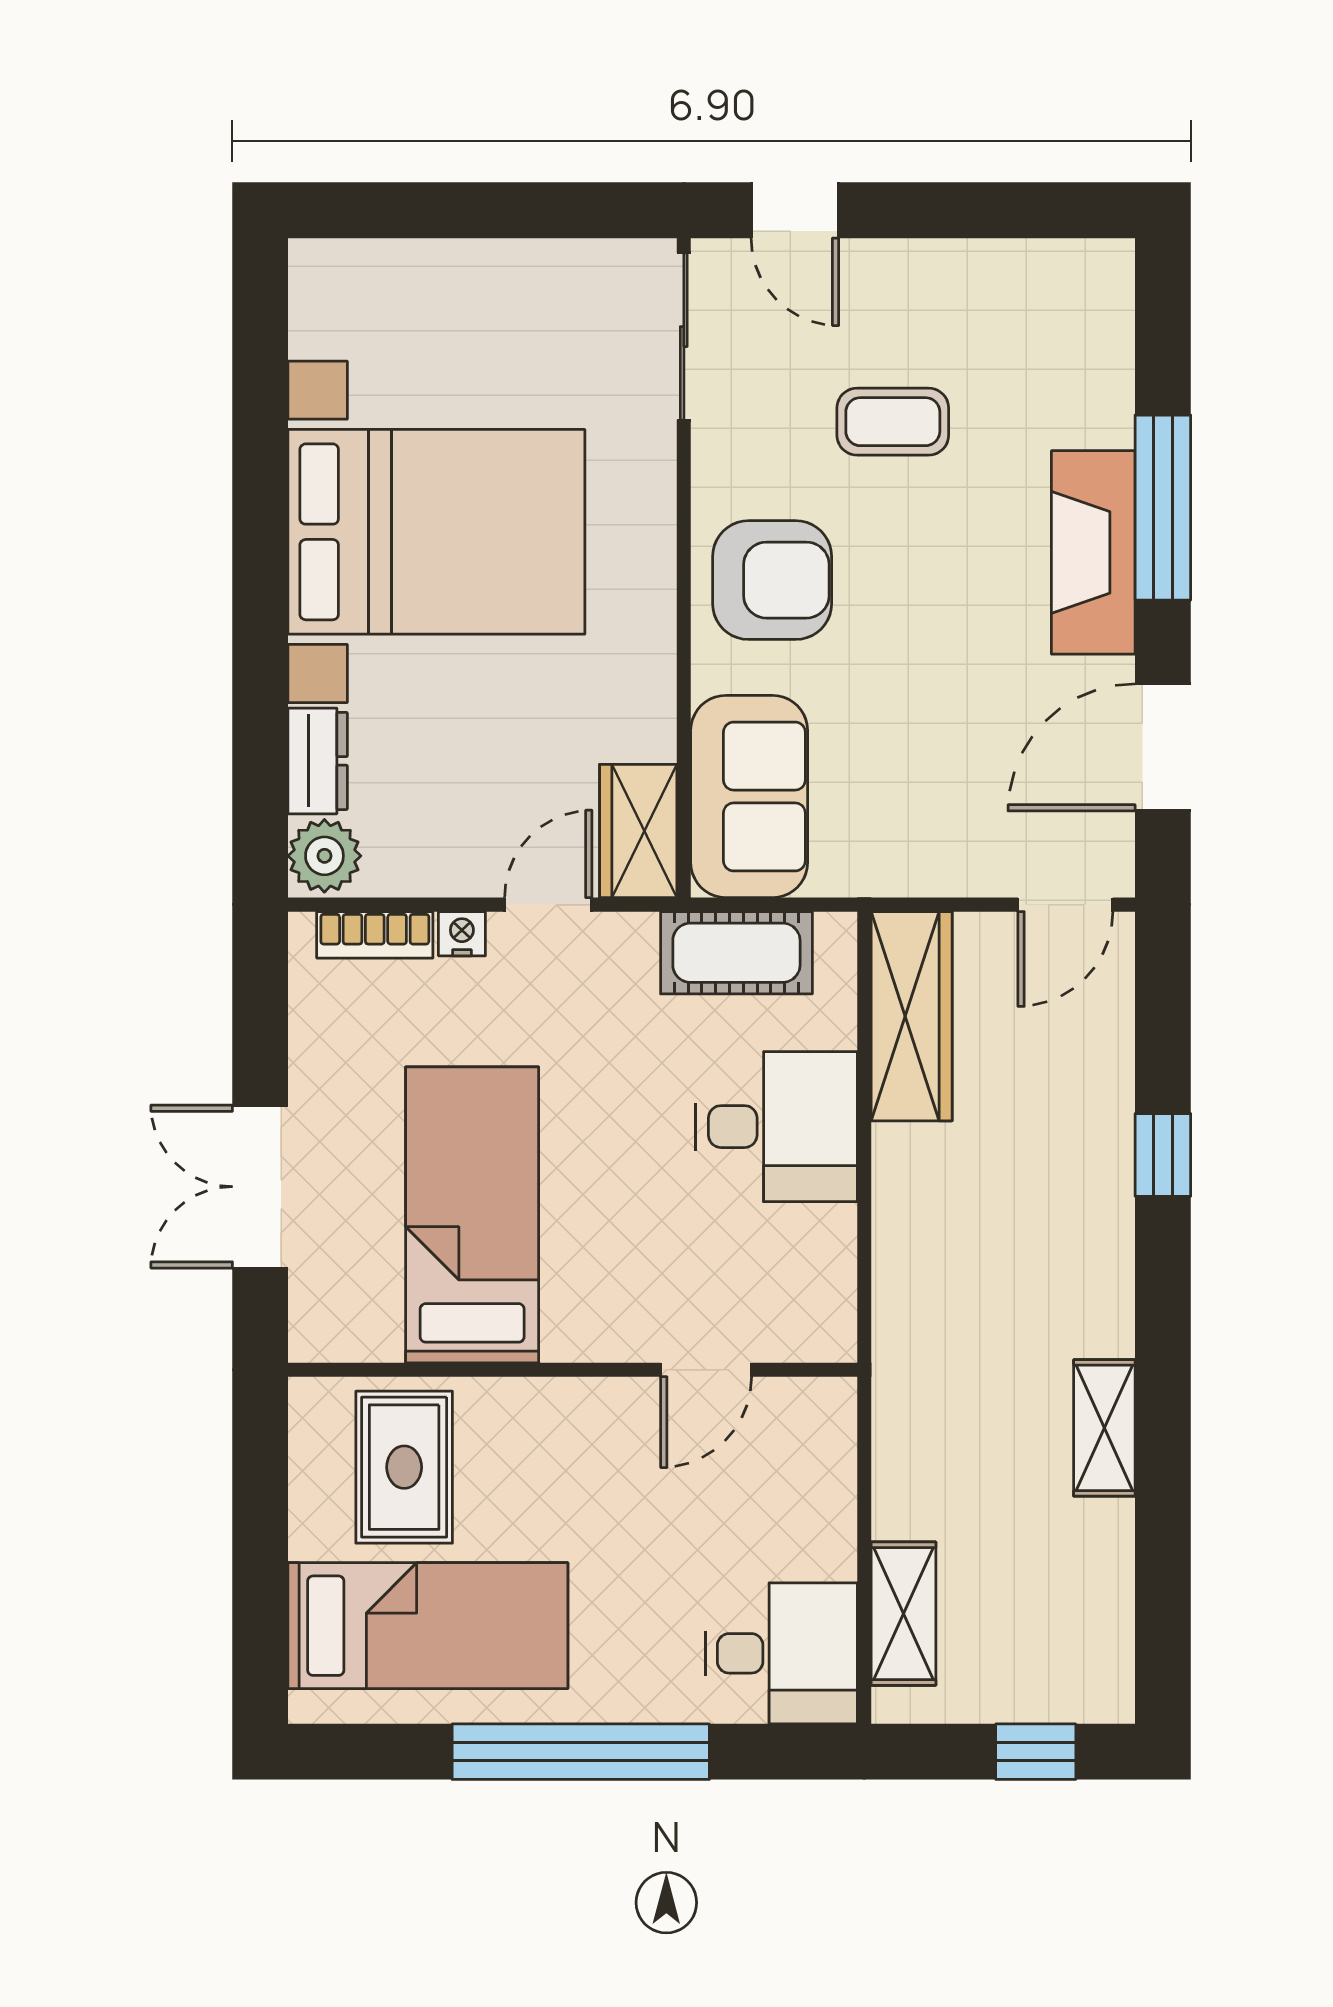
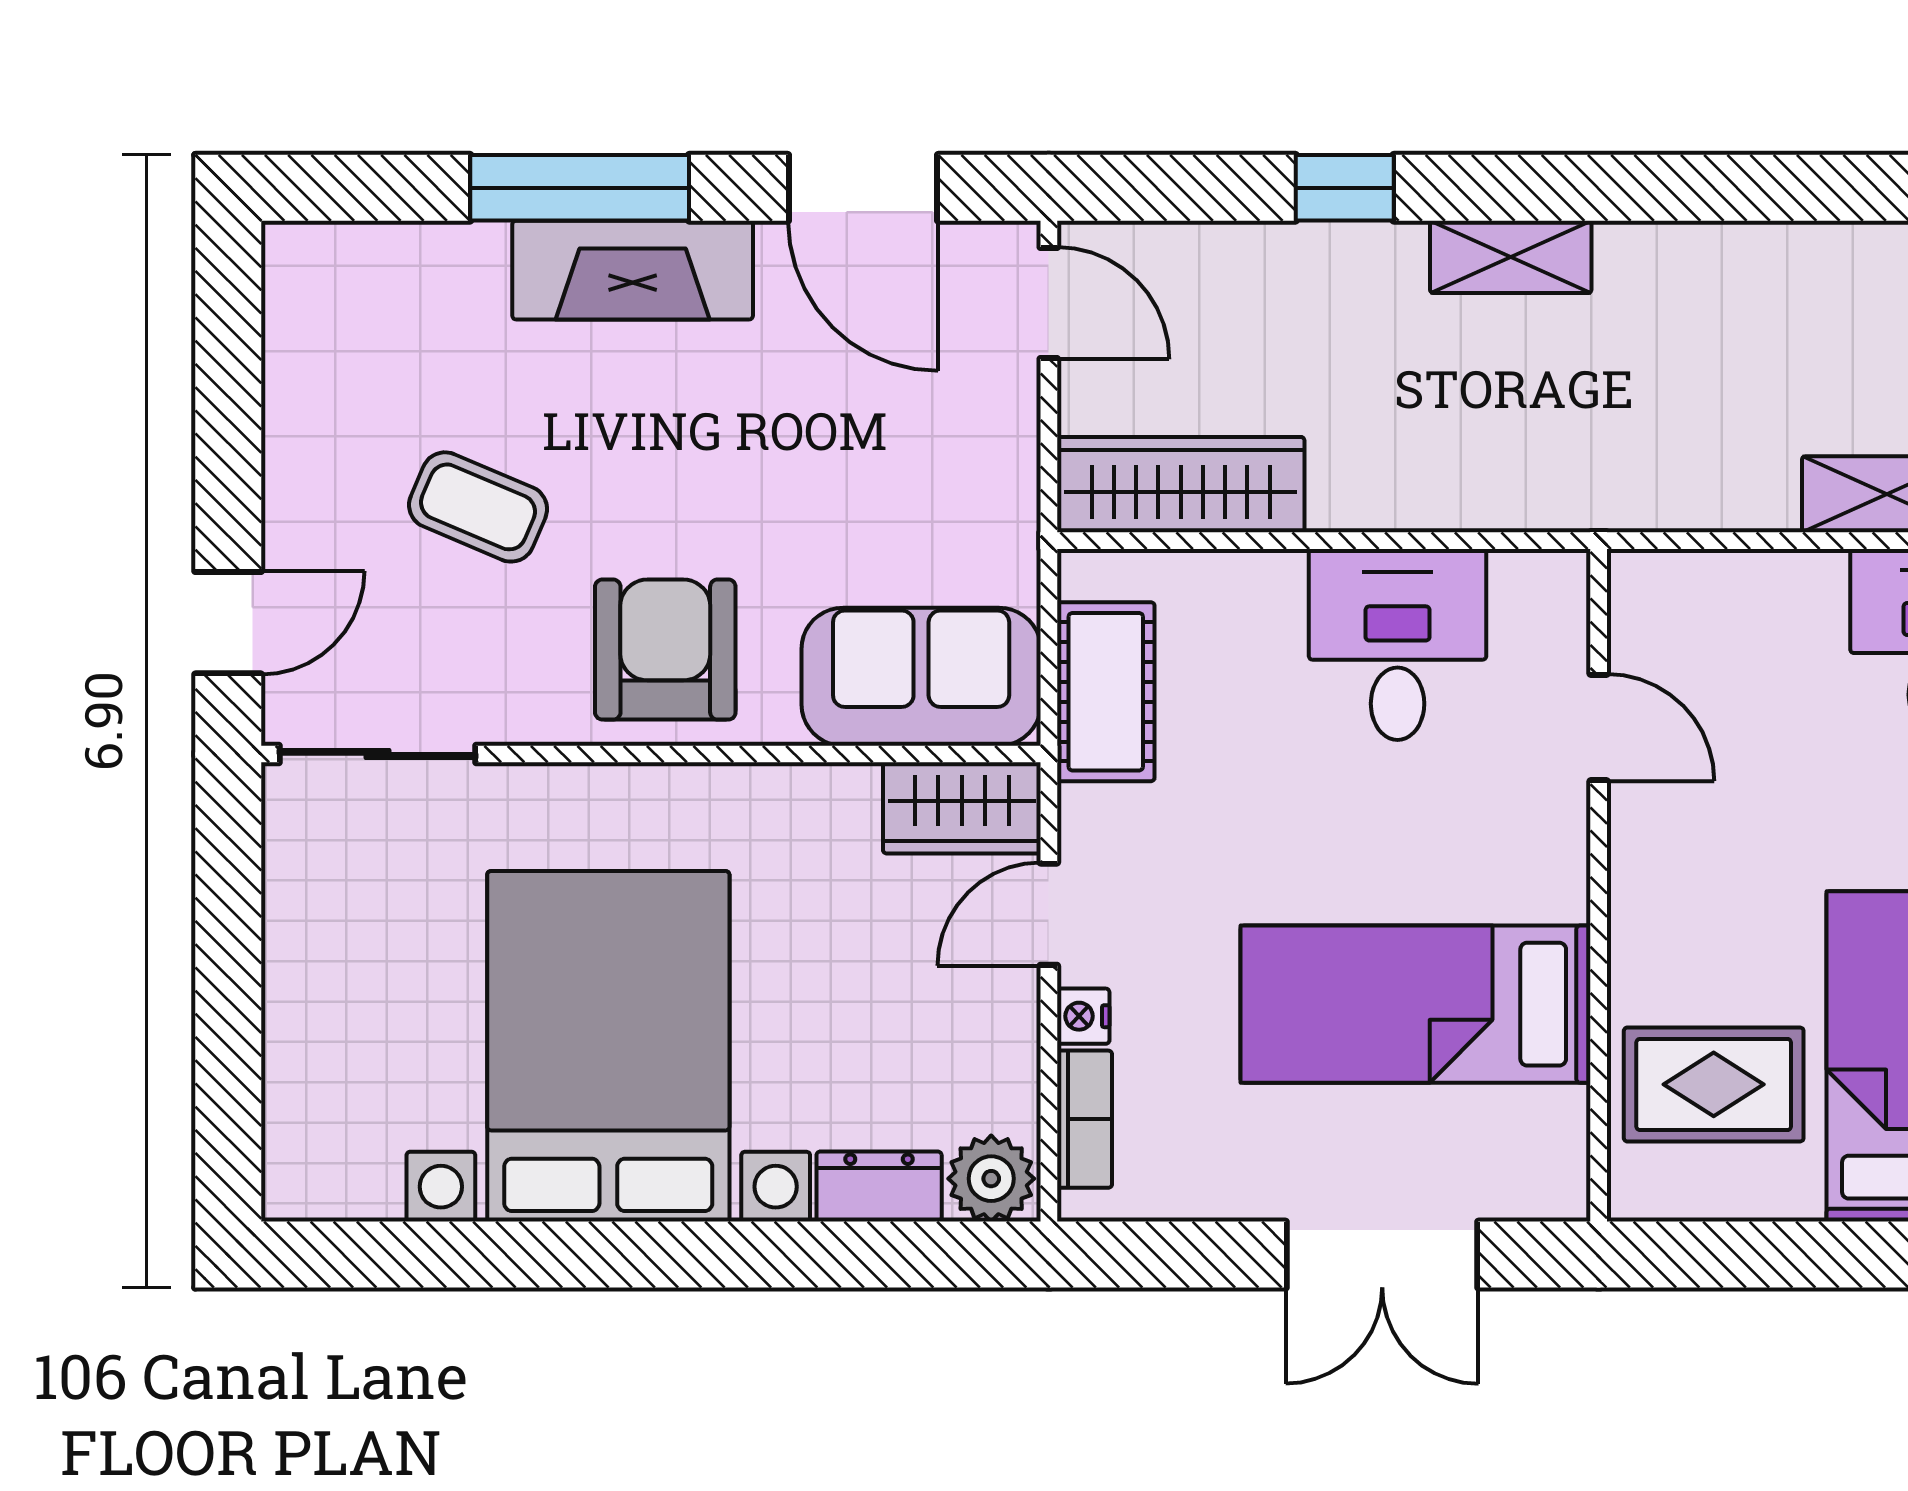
coffee table: (893, 422) -> (478, 507), turned -67
door: (548, 905) -> (1049, 914), hinge flipped
desk: (776, 1127) -> (1398, 644), moved
shelving: (1104, 1428) -> (1511, 257), moved

